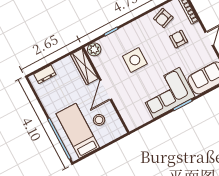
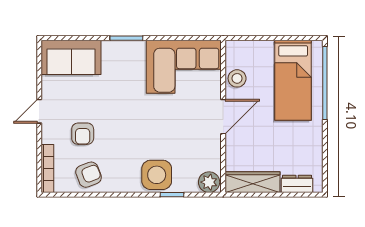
side table: (135, 60) -> (157, 175), moved
wardrobe: (84, 67) -> (252, 182), moved, turned -90
corner sofa: (167, 93) -> (184, 67), moved
stool: (99, 120) -> (237, 78), moved

